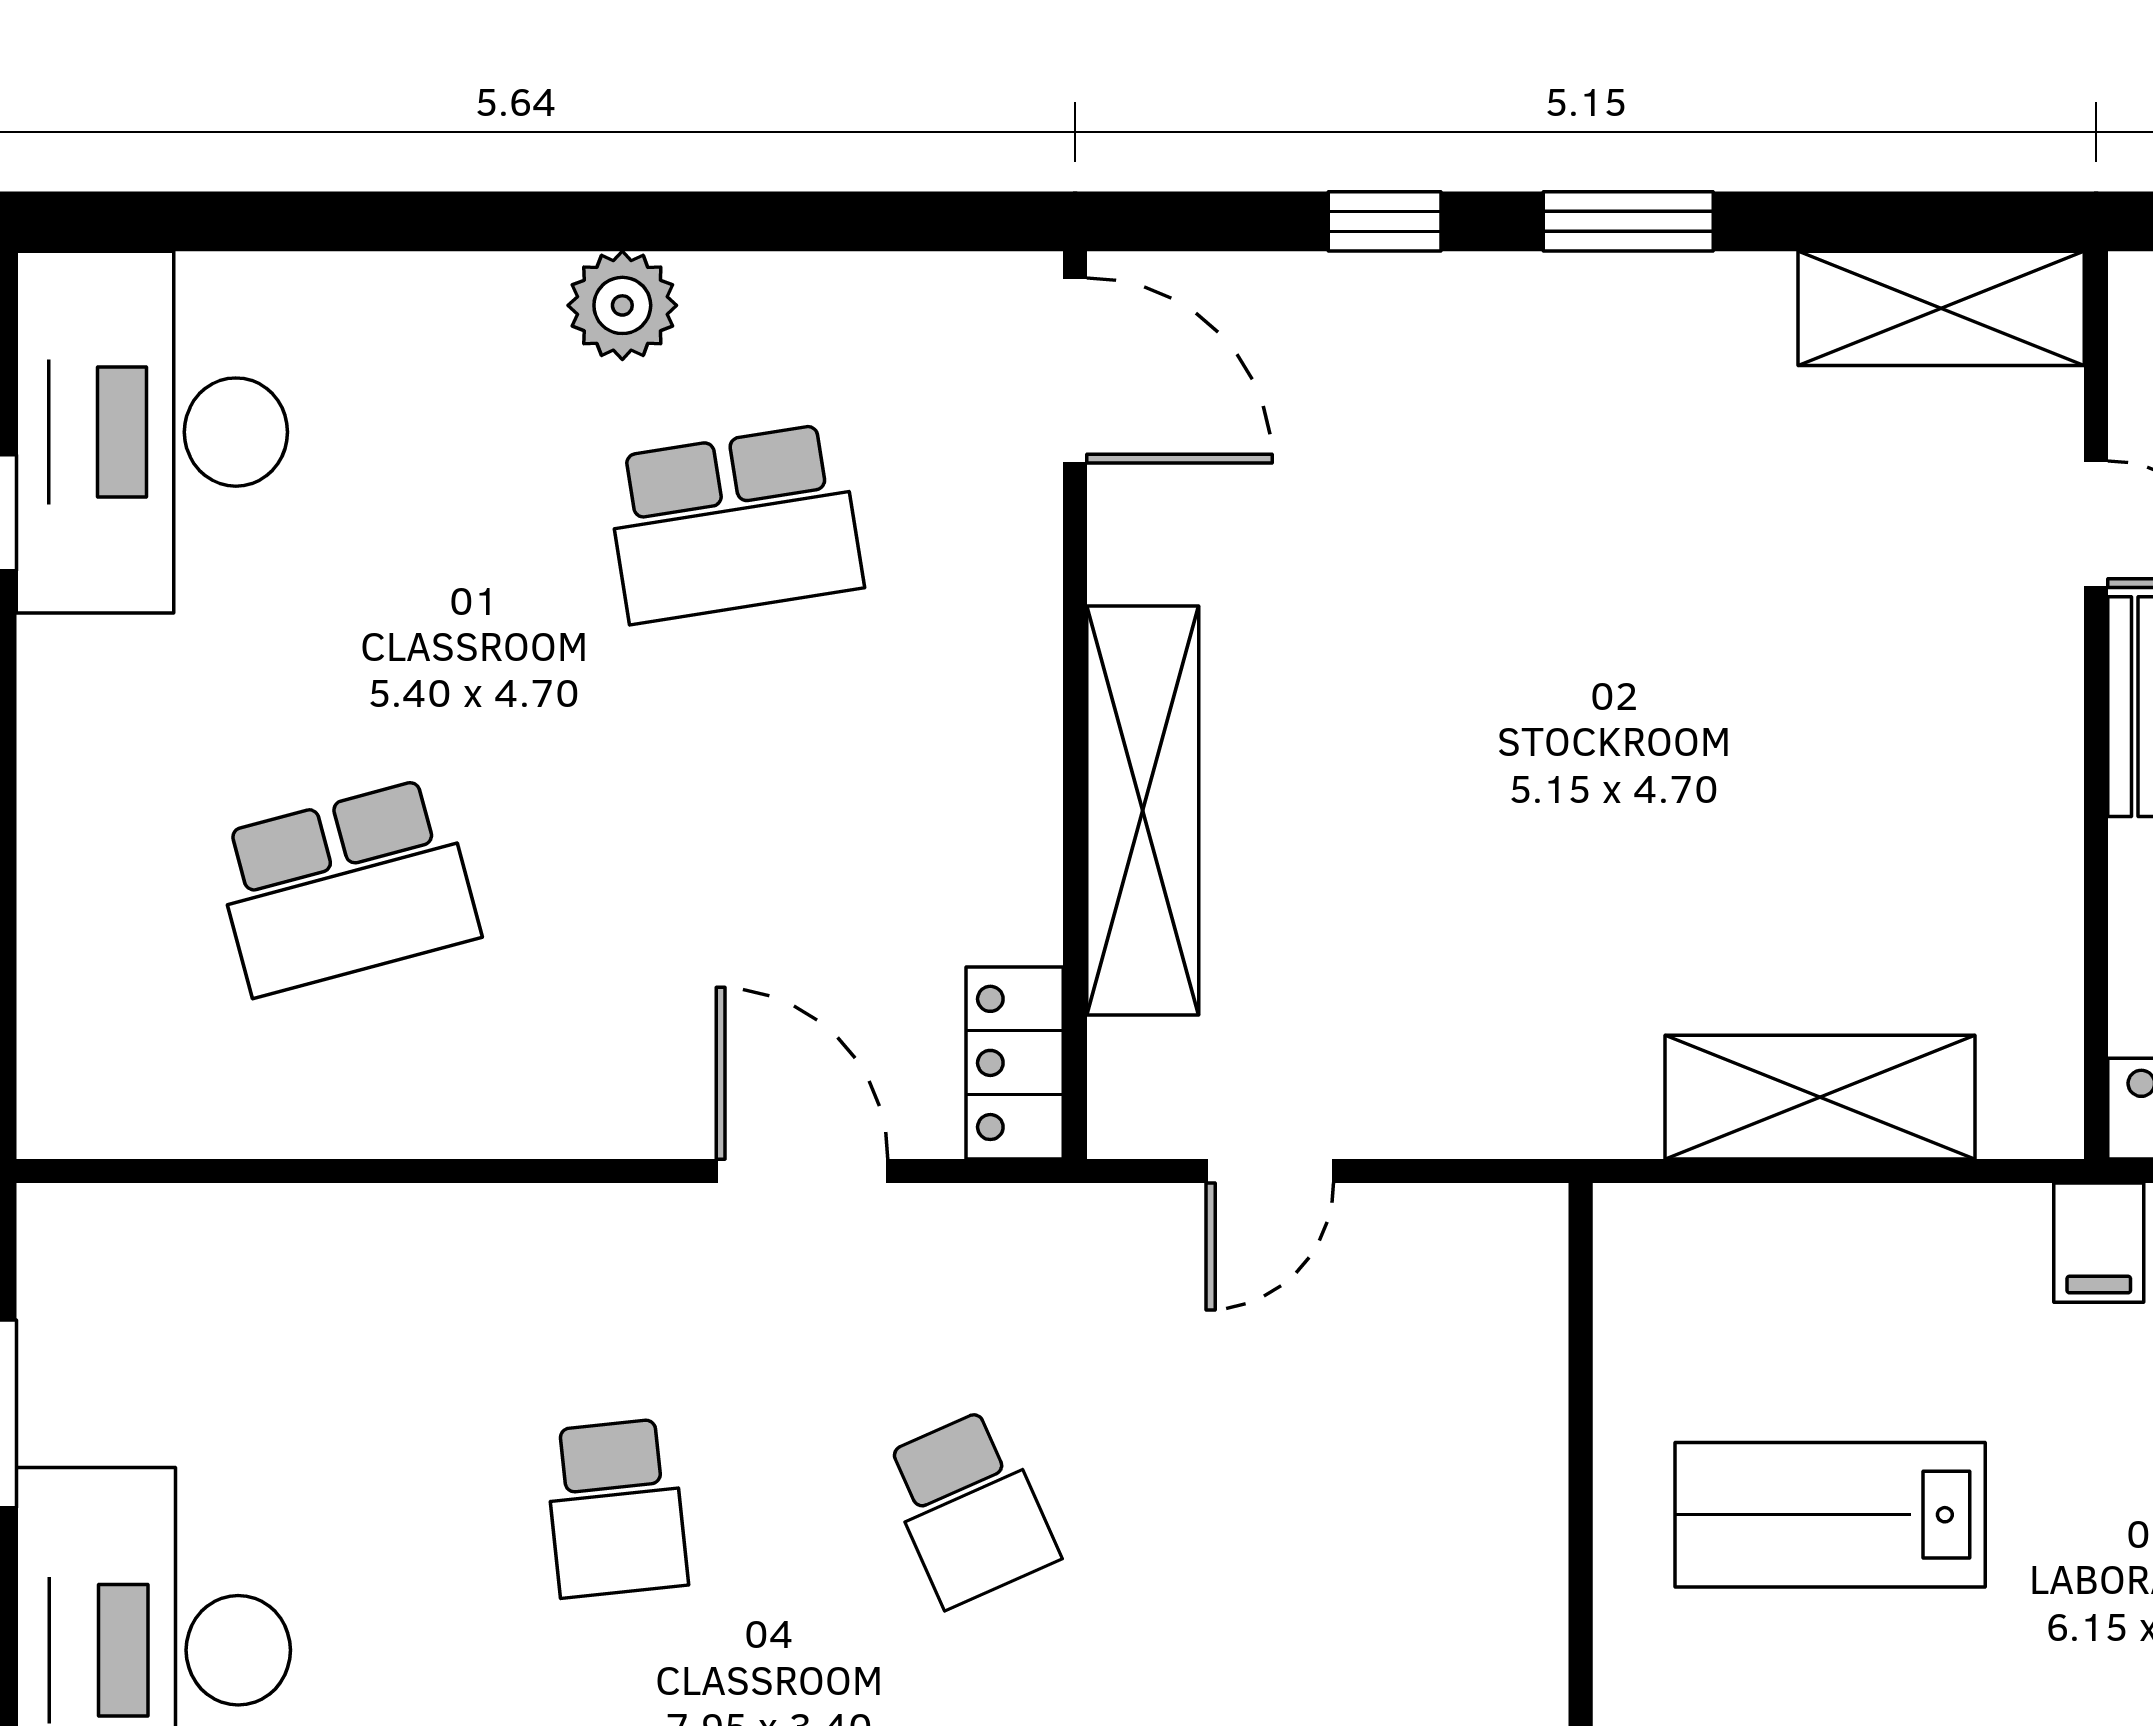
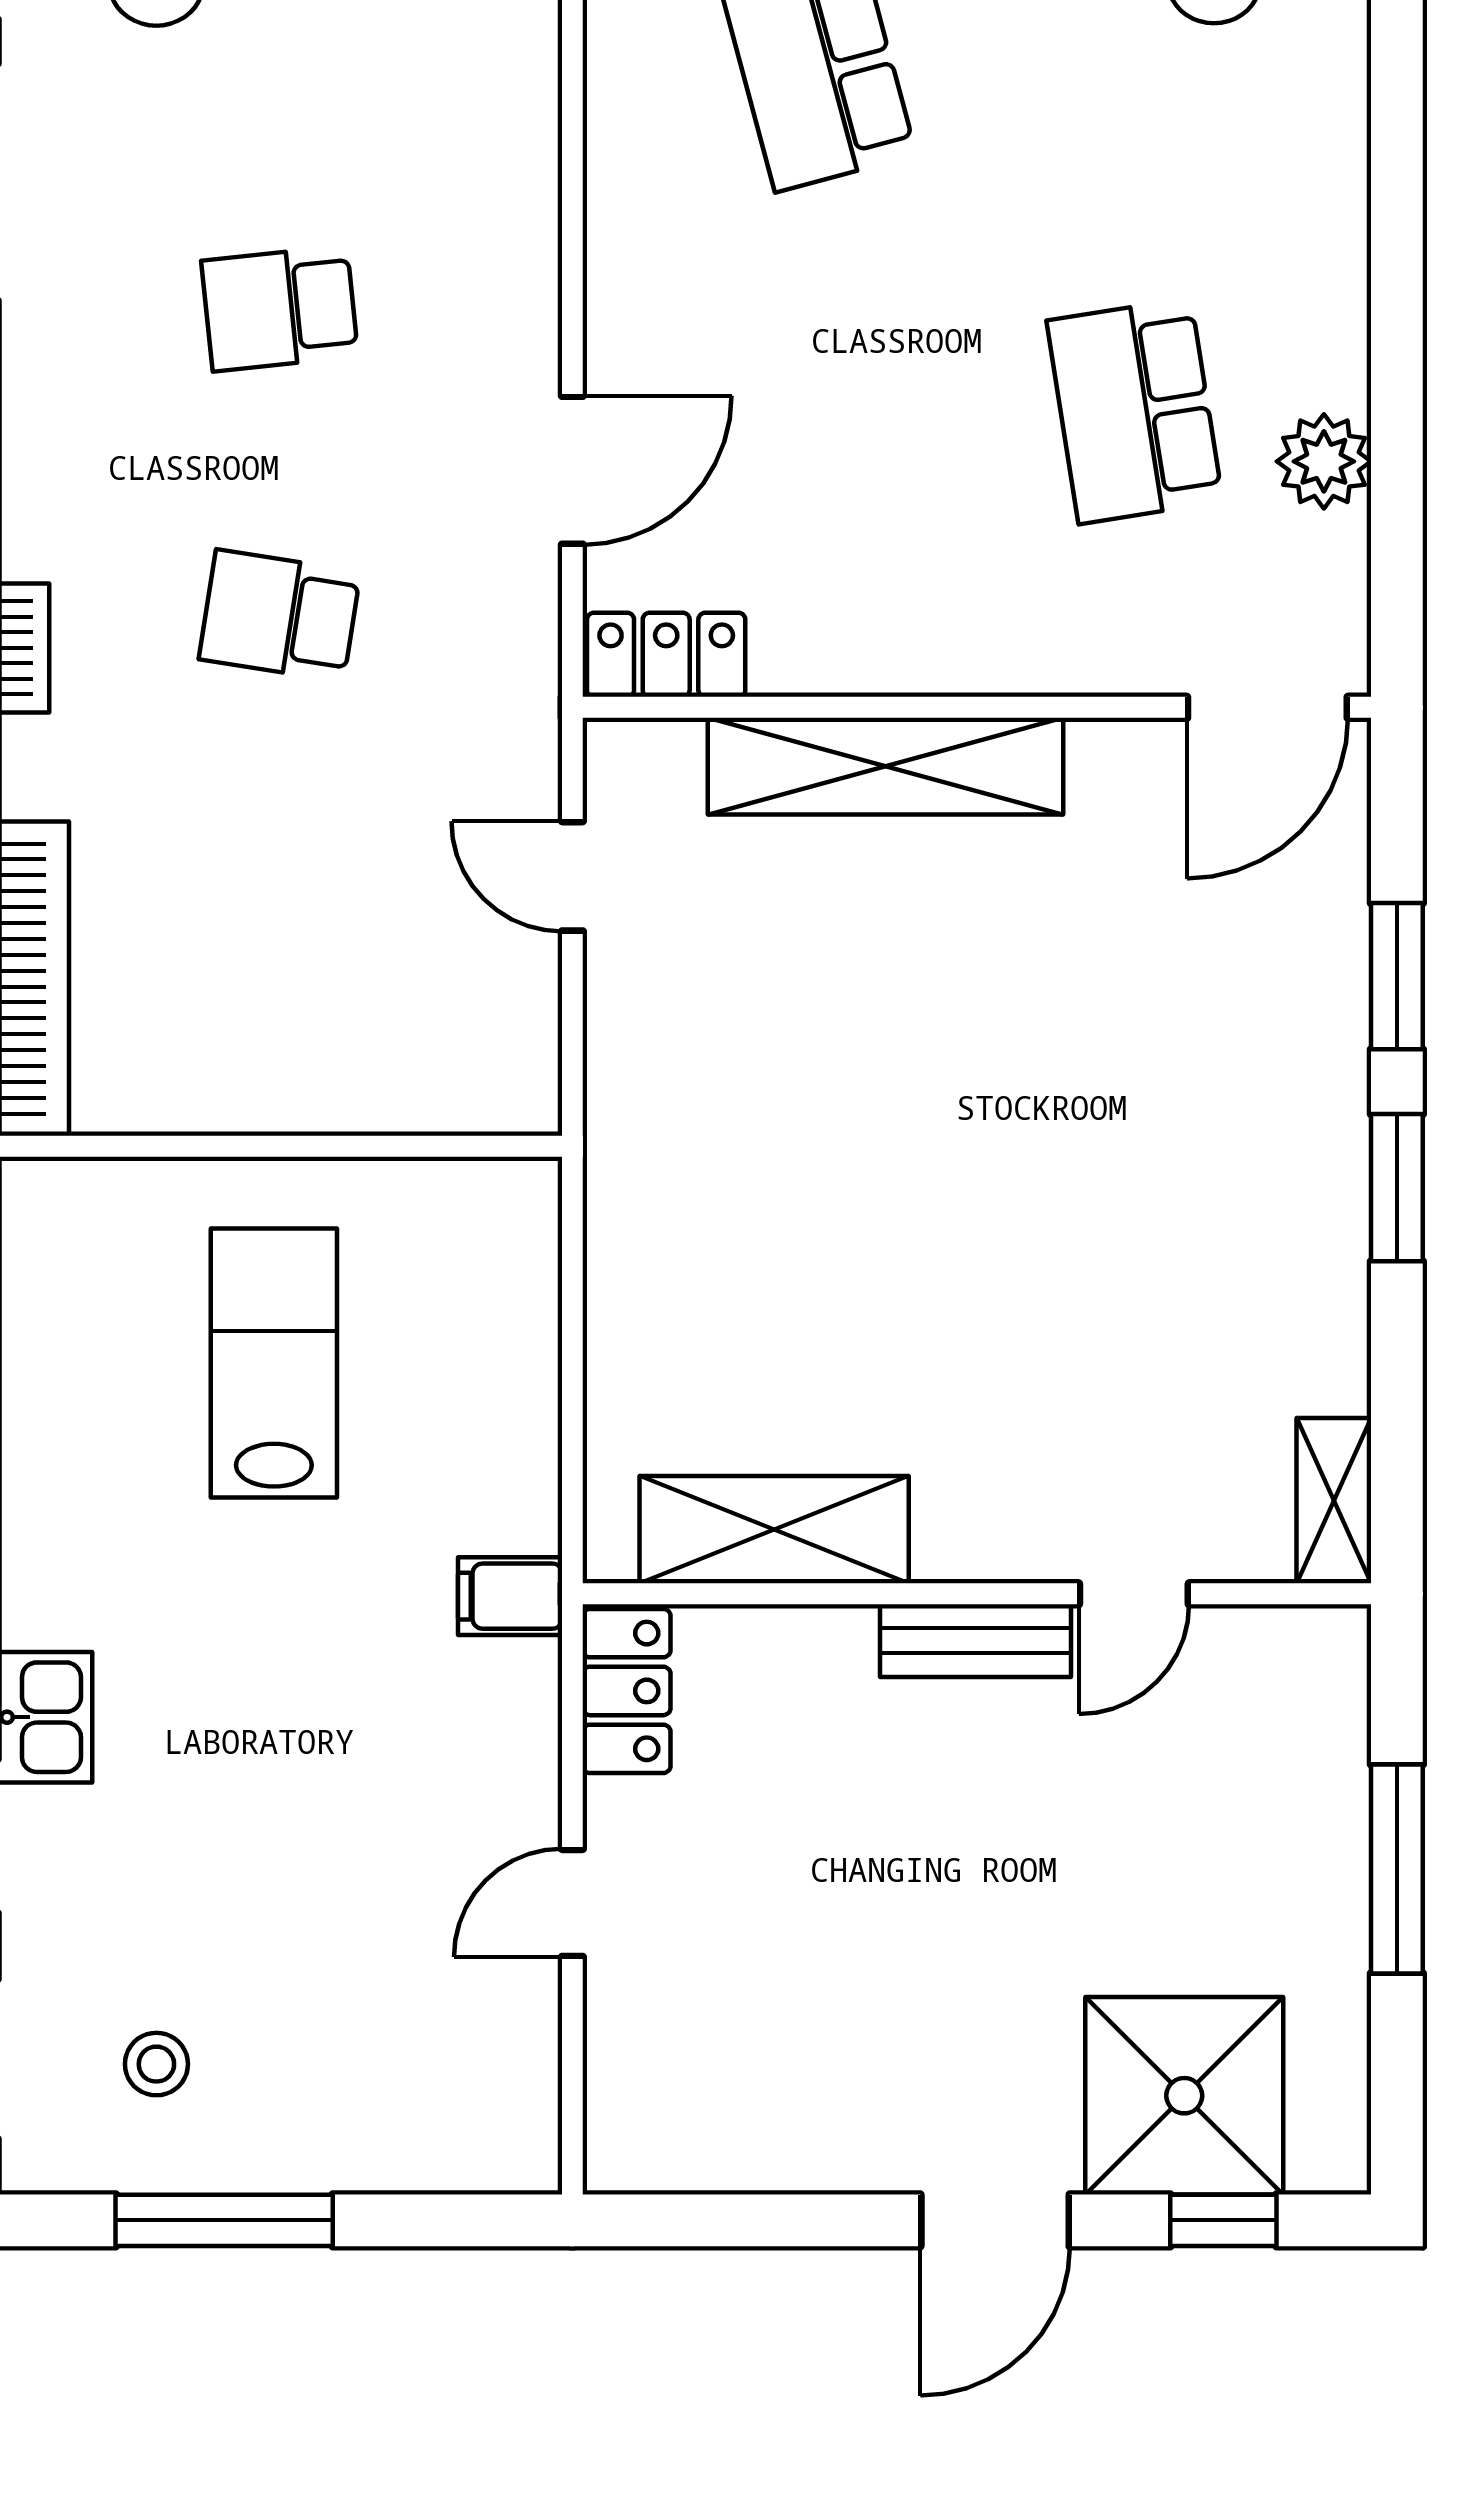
window: (1385, 221) -> (1397, 976), width x1.50
plant: (622, 305) -> (1324, 461), moved
shelving: (1941, 308) -> (1334, 1501), width x0.67, depth x0.75
shelving: (1820, 1097) -> (774, 1530), moved, turned 90
school desk: (969, 1508) -> (280, 616), turned 33

